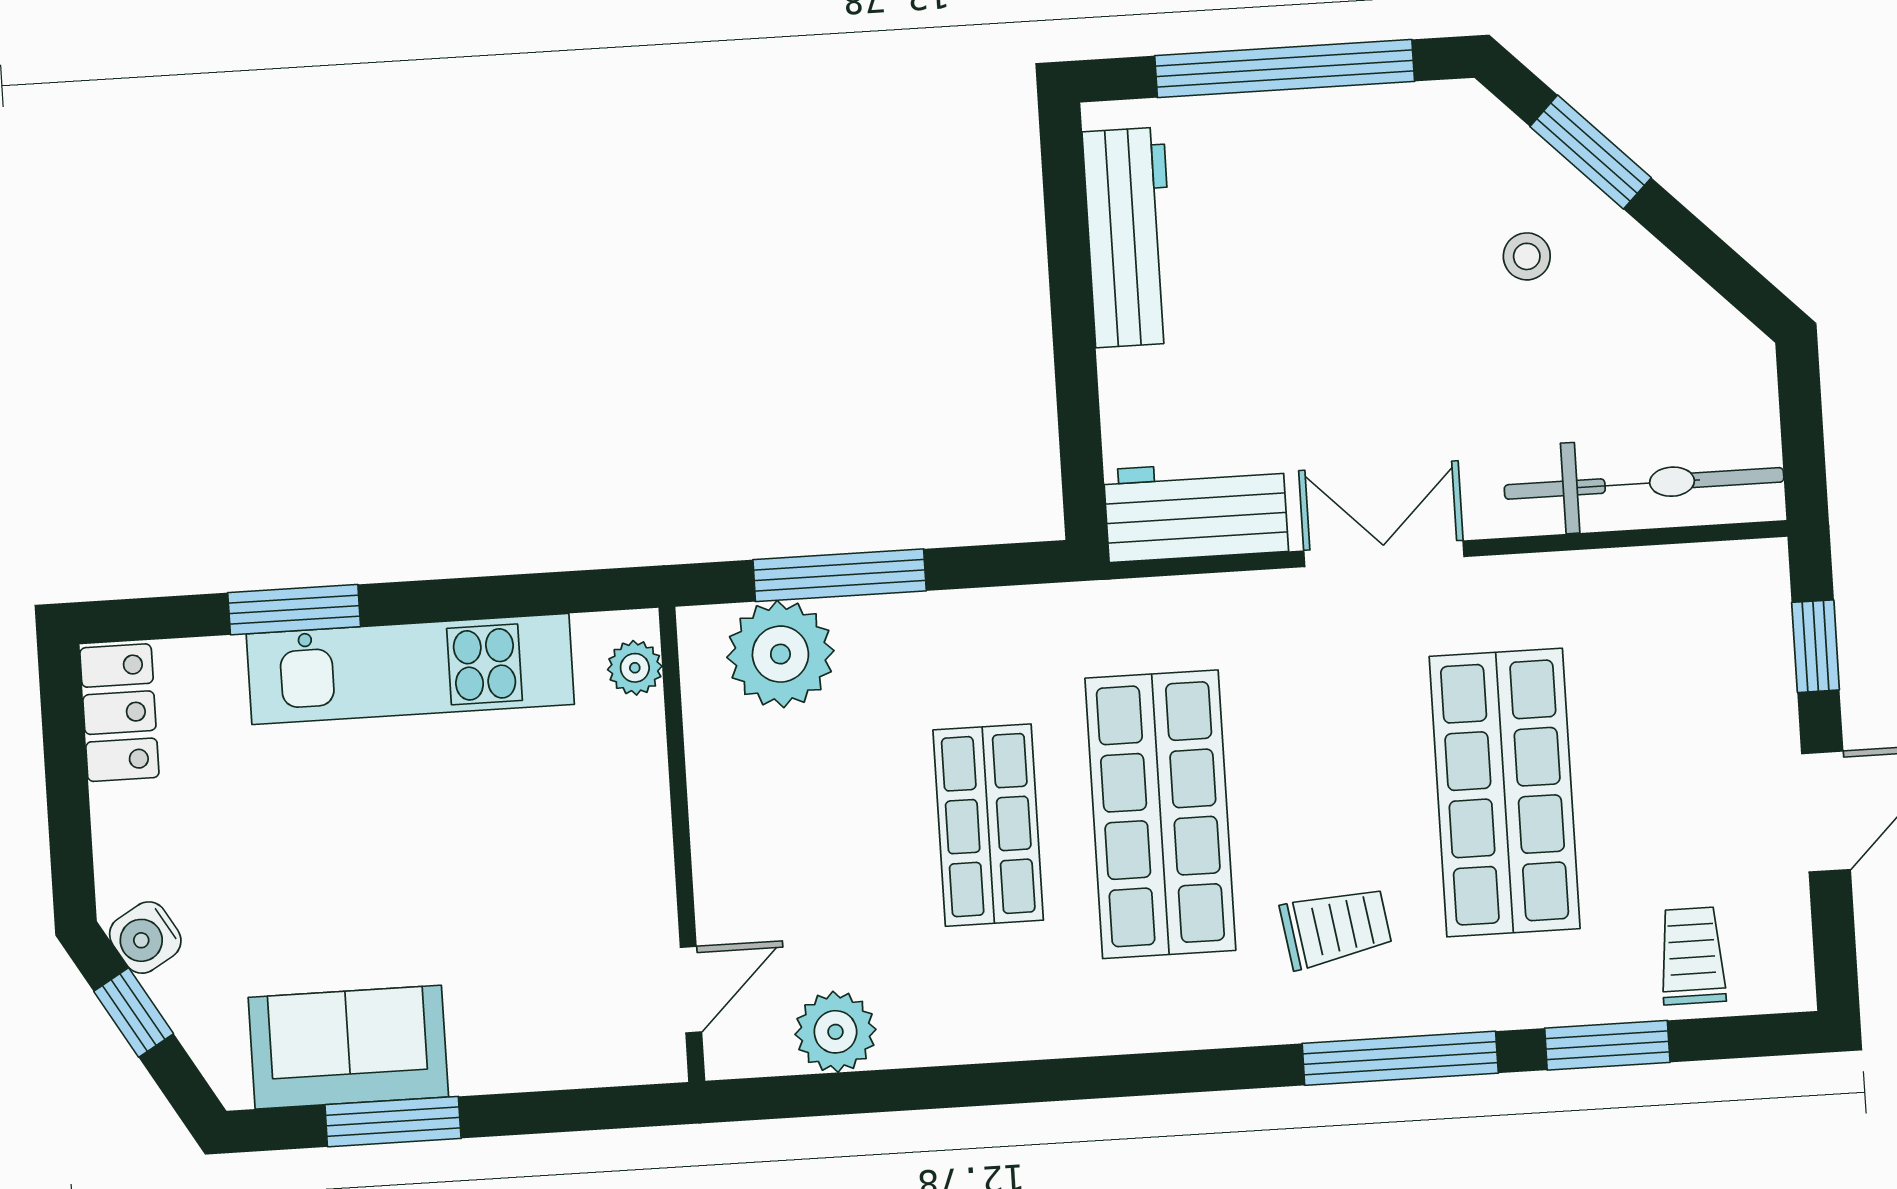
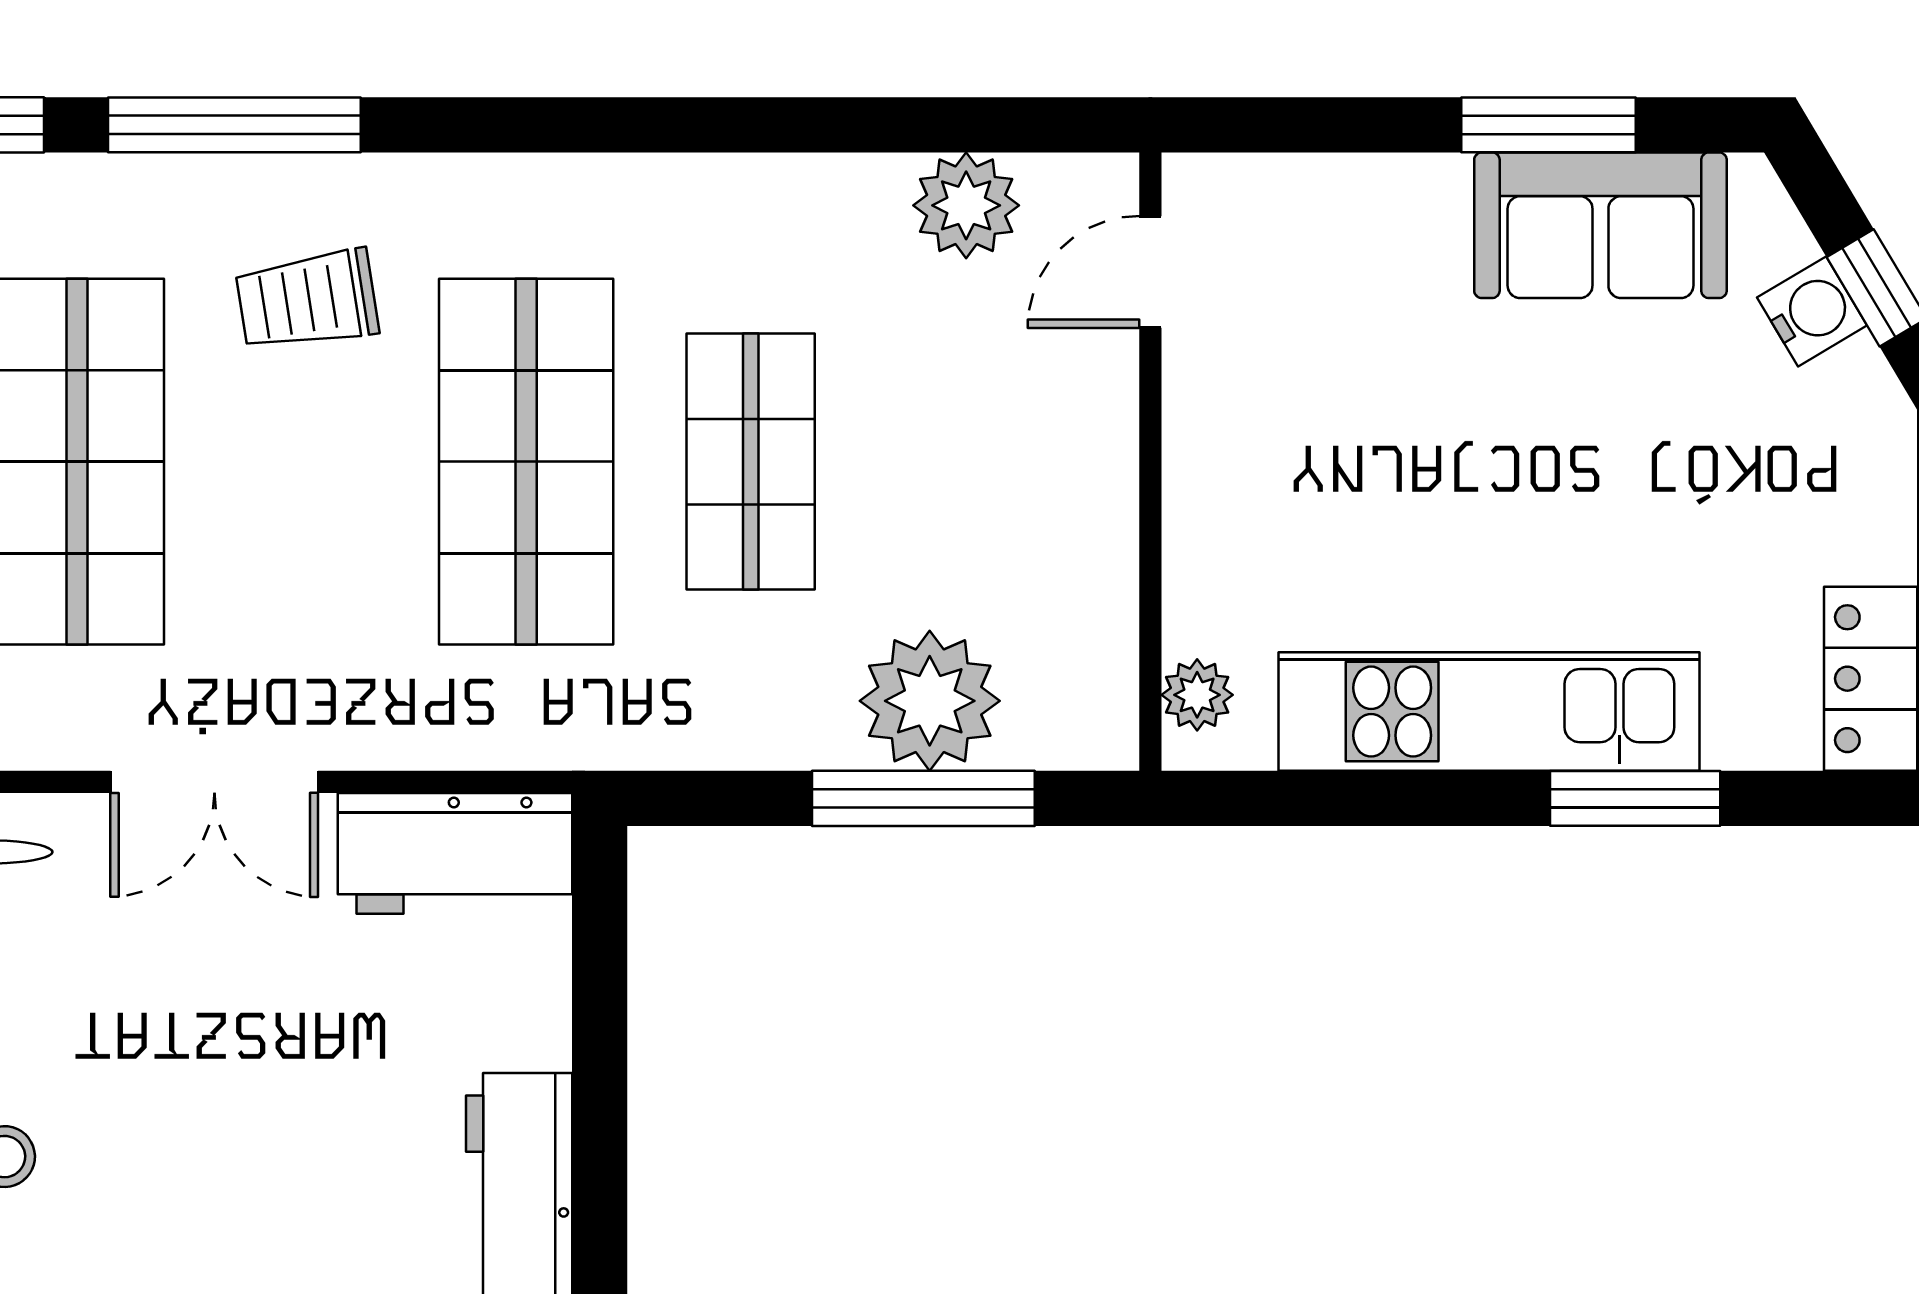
plant: (780, 654) -> (930, 701), moved
water cooler: (145, 938) -> (1812, 311), moved

